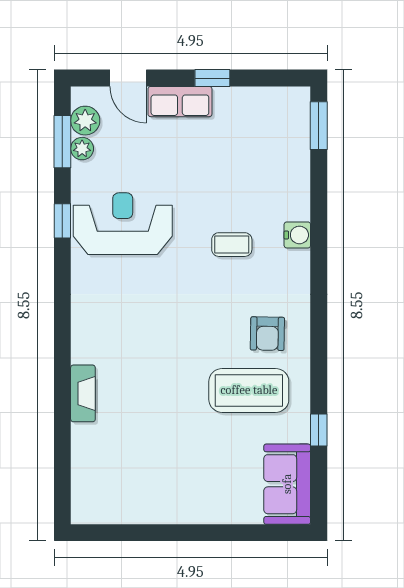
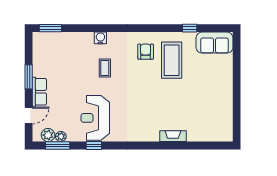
window: (212, 78) -> (29, 77), width x1.50
armchair: (267, 334) -> (146, 52), turned -91

